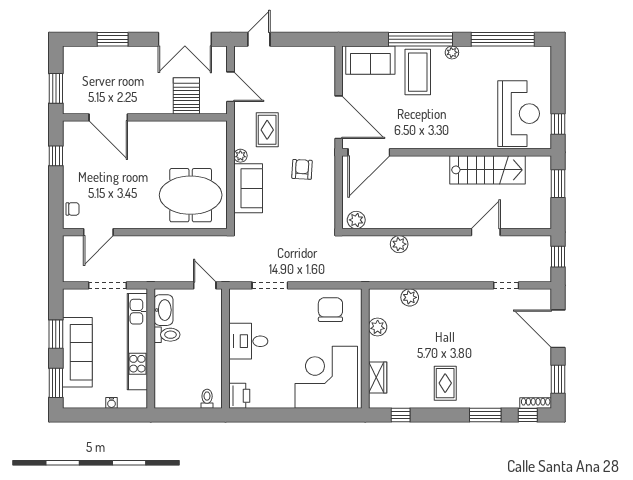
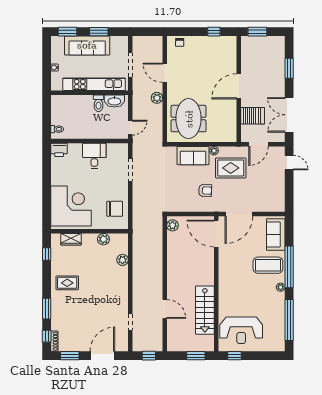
door: (108, 117) -> (239, 86), moved
rug: (267, 130) -> (231, 168), width x1.36, depth x1.43
door: (98, 232) -> (165, 73), moved
plant: (399, 244) -> (157, 98), moved

